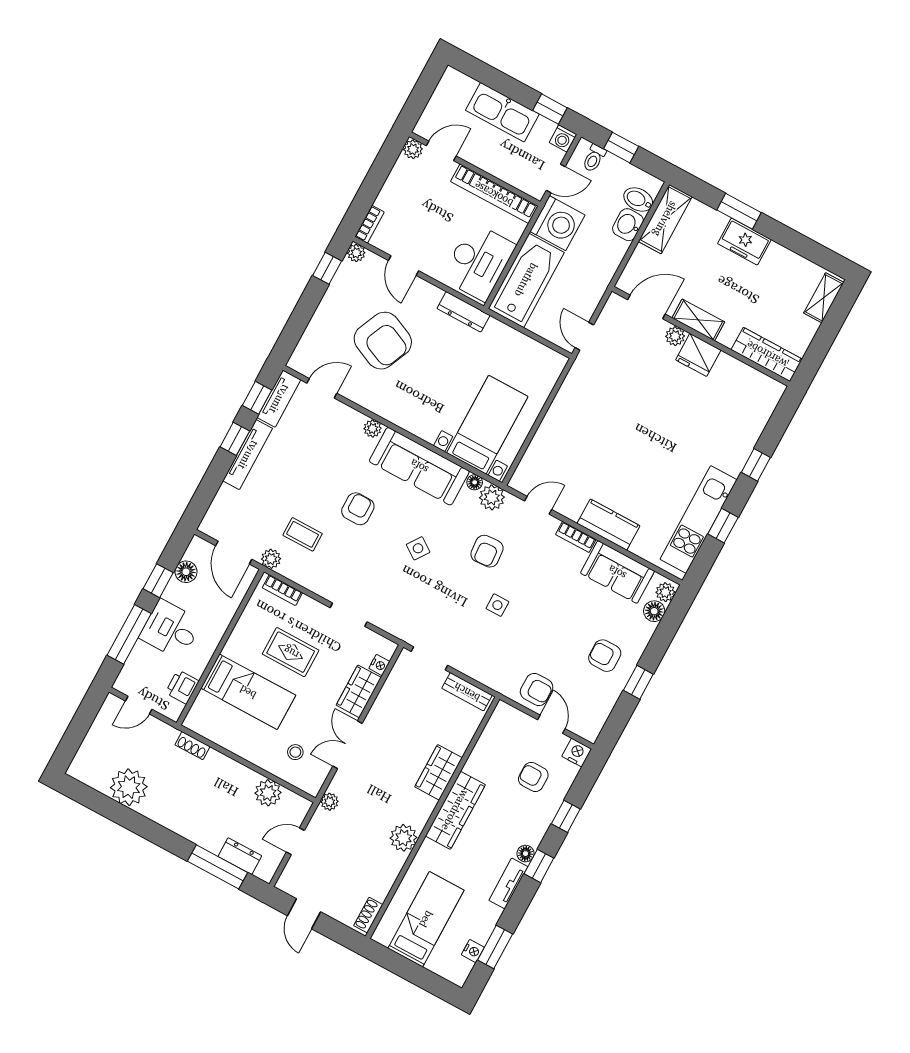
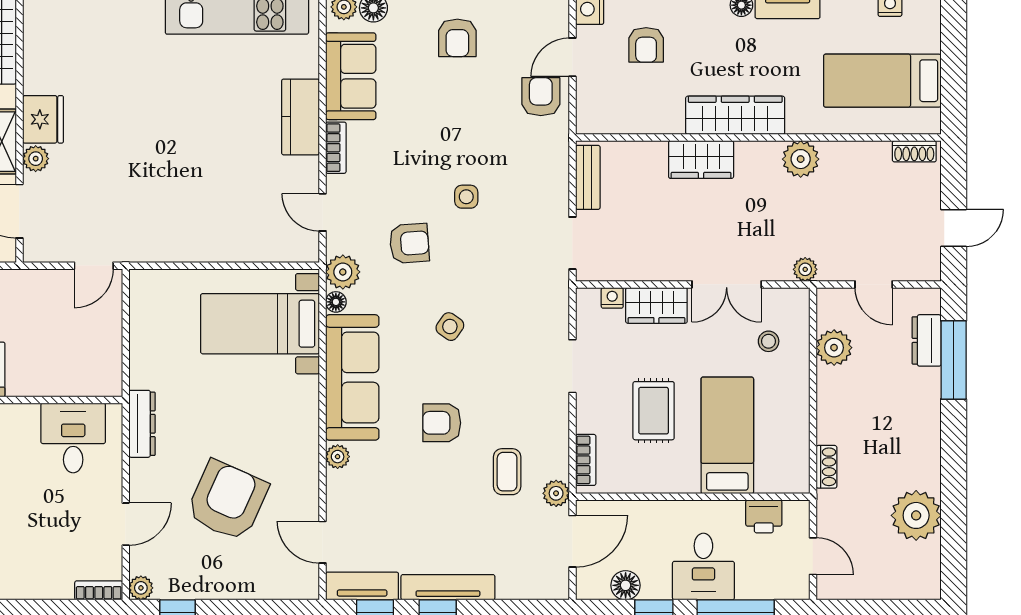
desk: (479, 262) -> (73, 438), width x0.73
bathtub: (526, 280) -> (65, 370), removed

